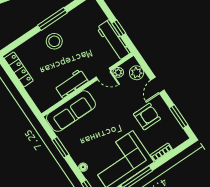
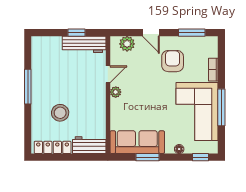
stool: (54, 41) -> (60, 113), moved
plant: (118, 72) -> (116, 92), moved
workbench: (71, 84) -> (89, 145), moved, turned 90
sofa: (71, 111) -> (137, 142), moved, turned -90

